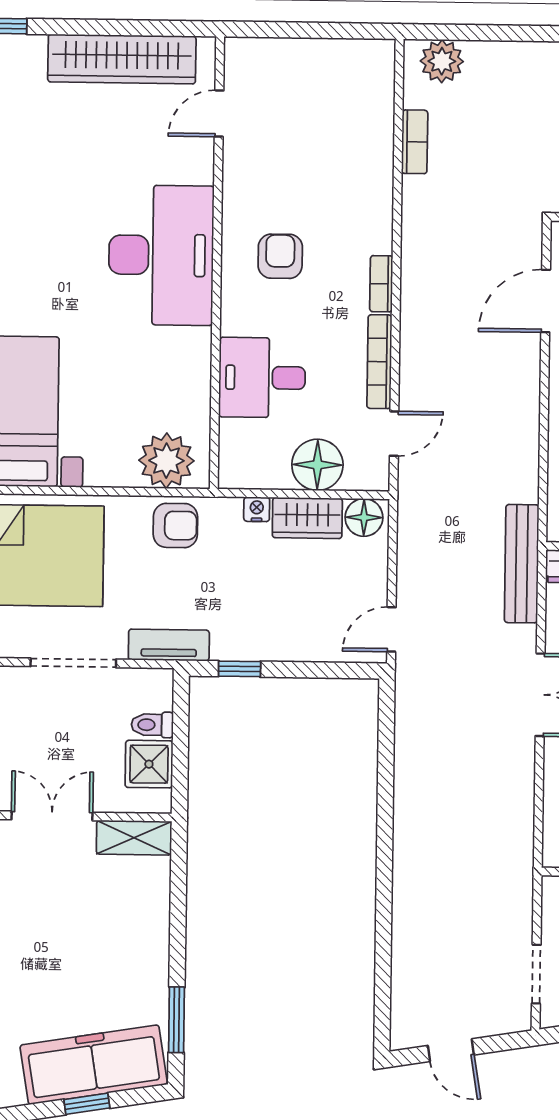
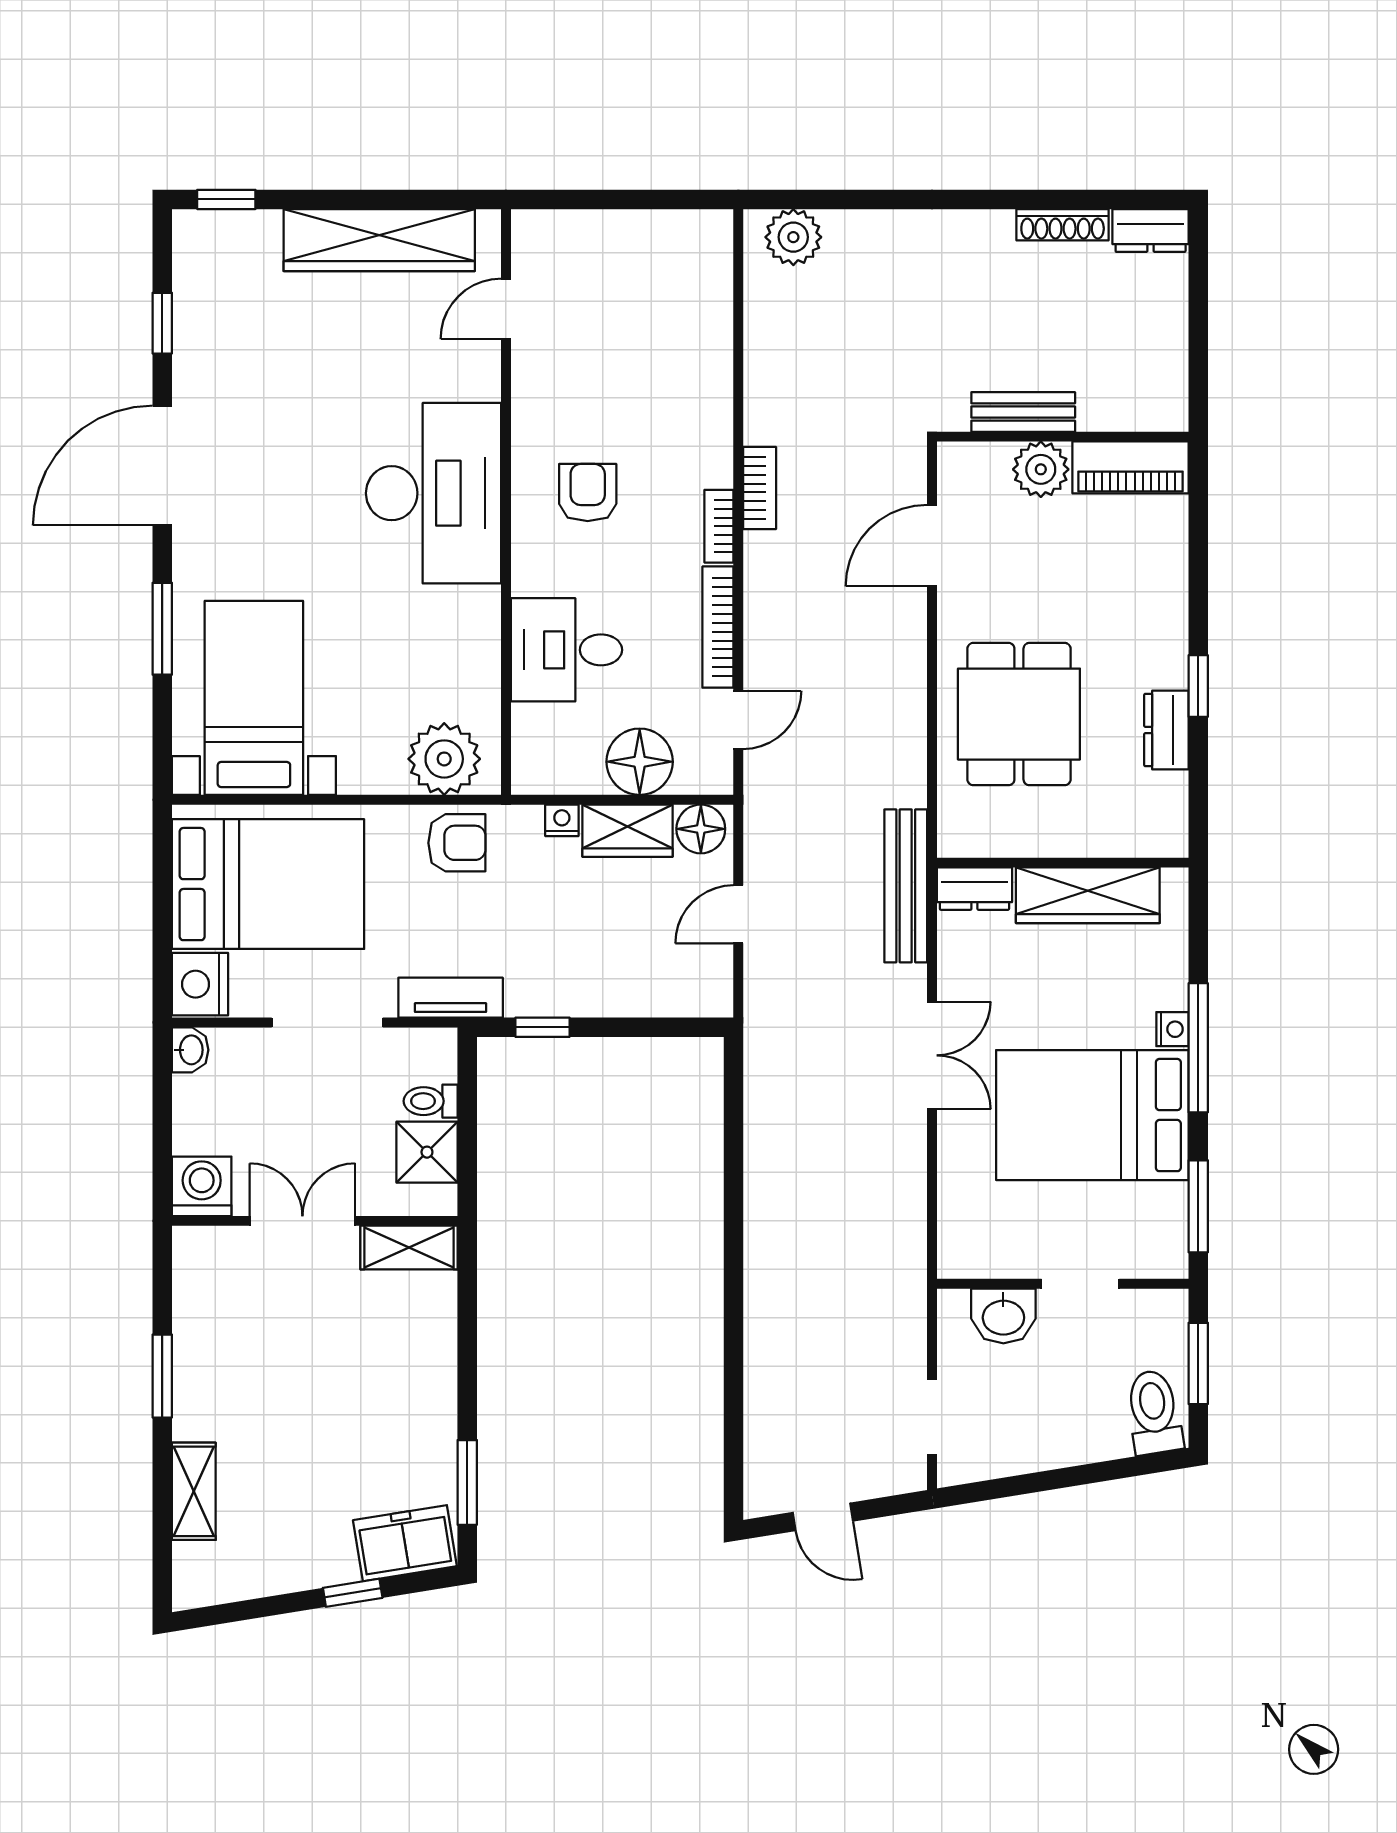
bookcase: (415, 142) -> (760, 488), moved
door: (391, 629) -> (738, 914), moved
freezer: (94, 1065) -> (405, 1543), width x0.52, depth x0.79

